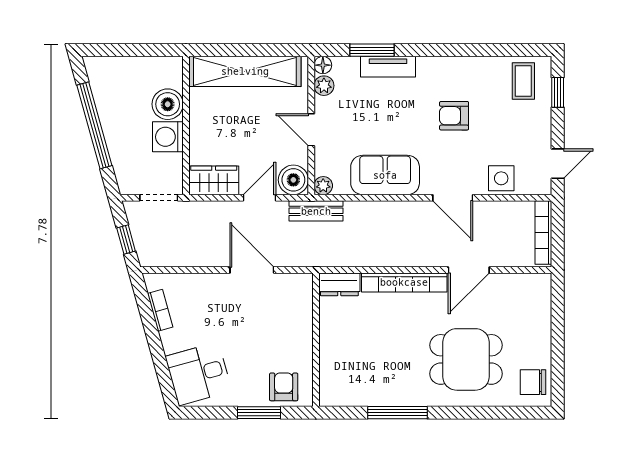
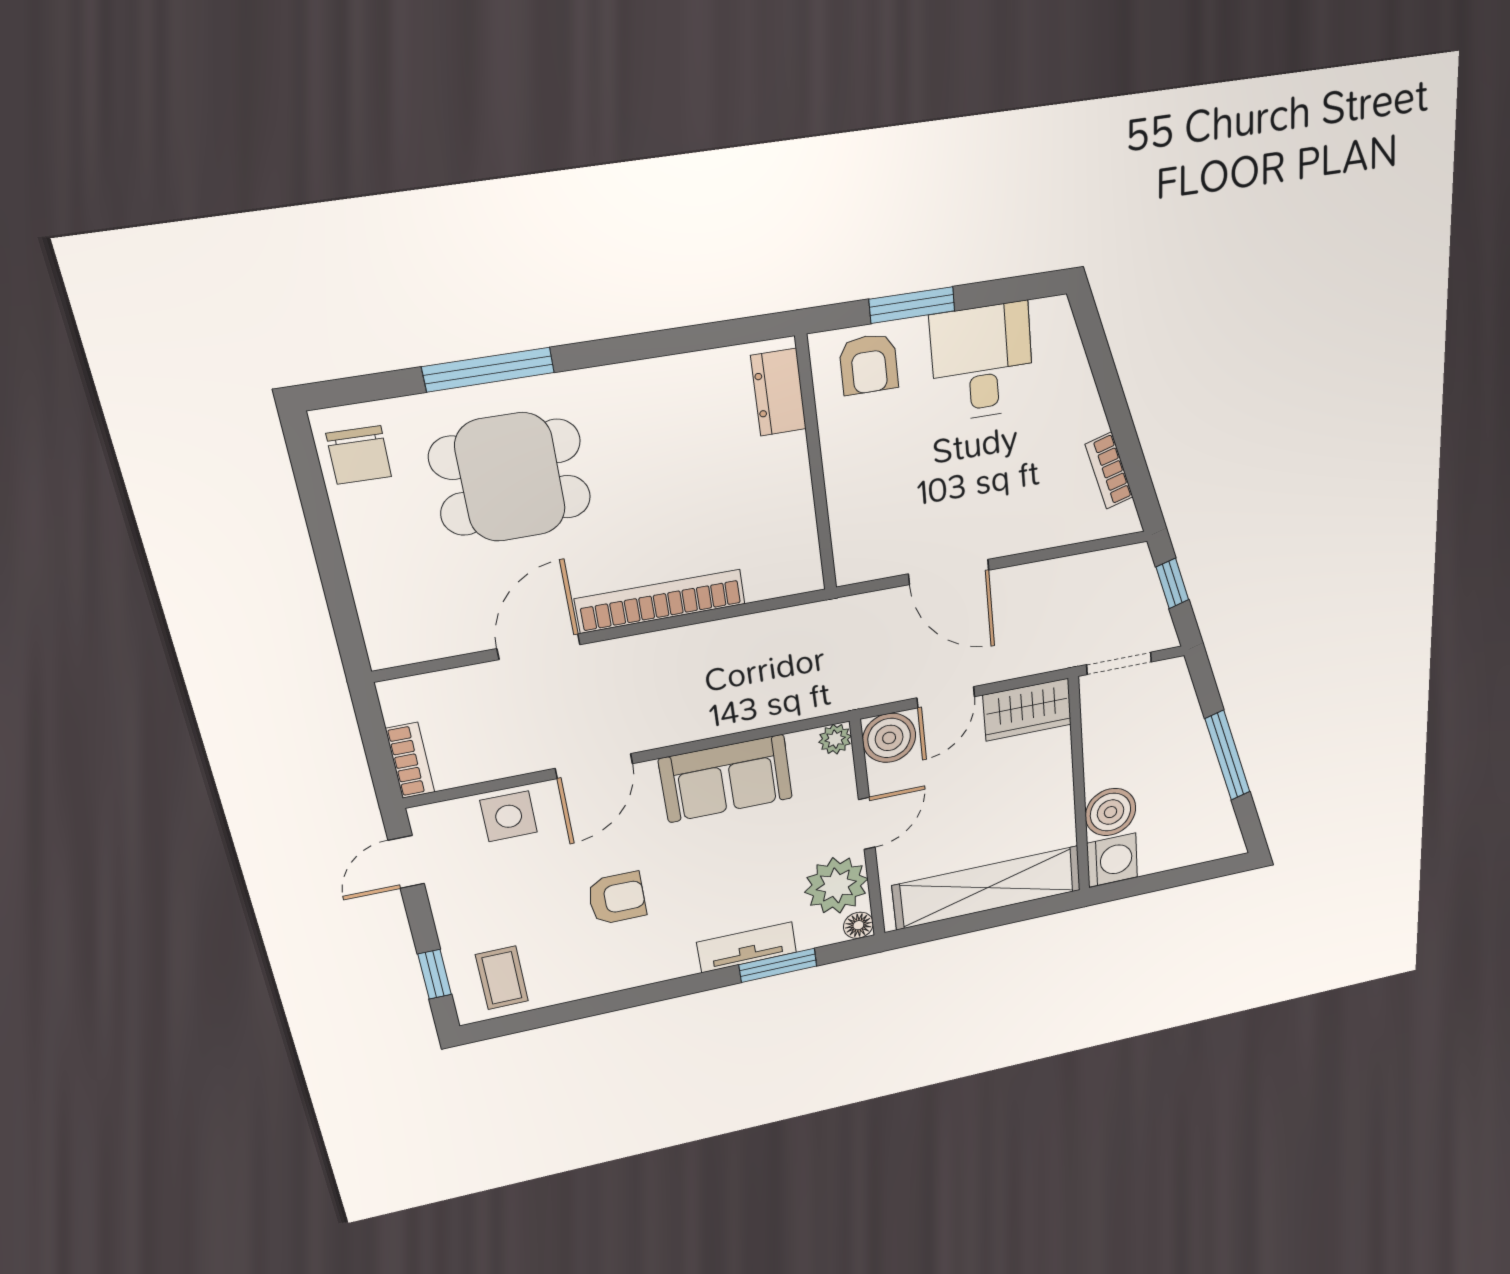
plant: (324, 86) -> (836, 885), width x1.88, depth x1.88
window: (94, 125) -> (1228, 755), width x0.68
door: (311, 130) -> (867, 823), hinge flipped
washing machine: (168, 137) -> (1112, 860), moved
door: (453, 198) -> (594, 766), swing flipped
bench: (316, 211) -> (843, 695), removed
bookcase: (543, 232) -> (410, 760), width x0.64
dresser: (339, 284) -> (779, 392), moved, turned -90
desk: (198, 374) -> (982, 362), moved, turned -74
chair: (533, 382) -> (359, 455), turned 91
window: (397, 413) -> (488, 370), moved

